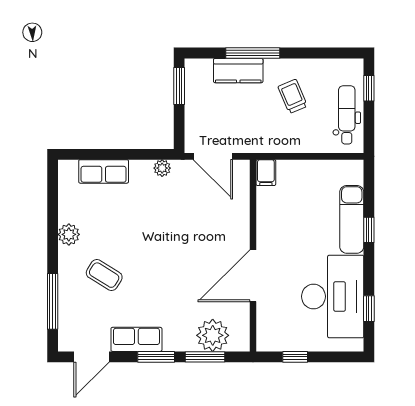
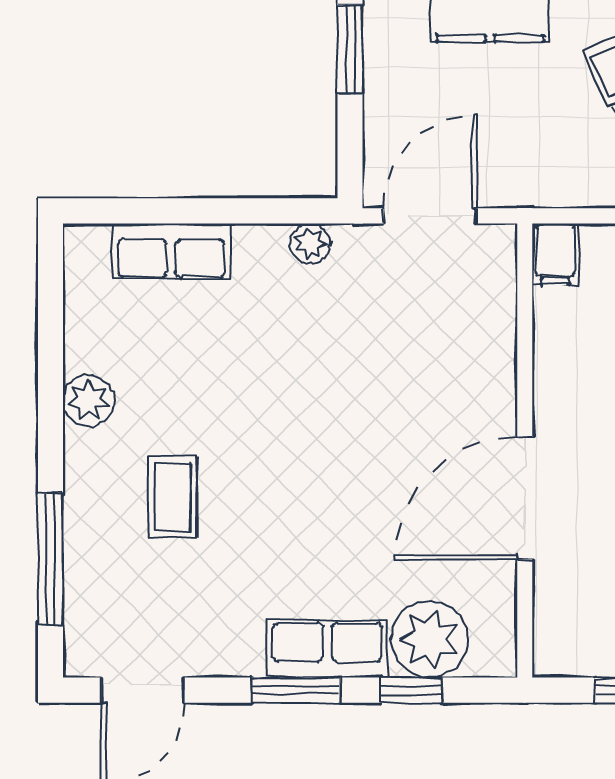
door: (213, 156) -> (430, 216), swing flipped
coffee table: (104, 275) -> (173, 497), turned 58
row of seats: (136, 339) -> (327, 649), moved
window: (205, 357) -> (411, 690), width x0.67

